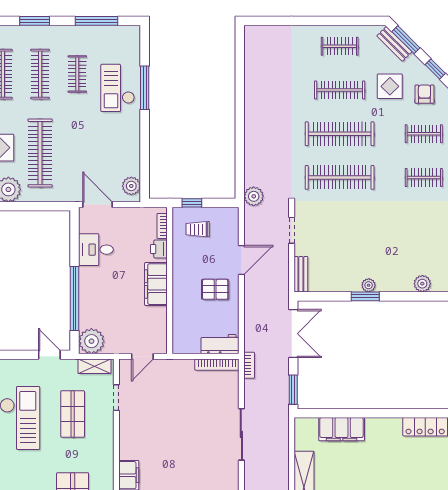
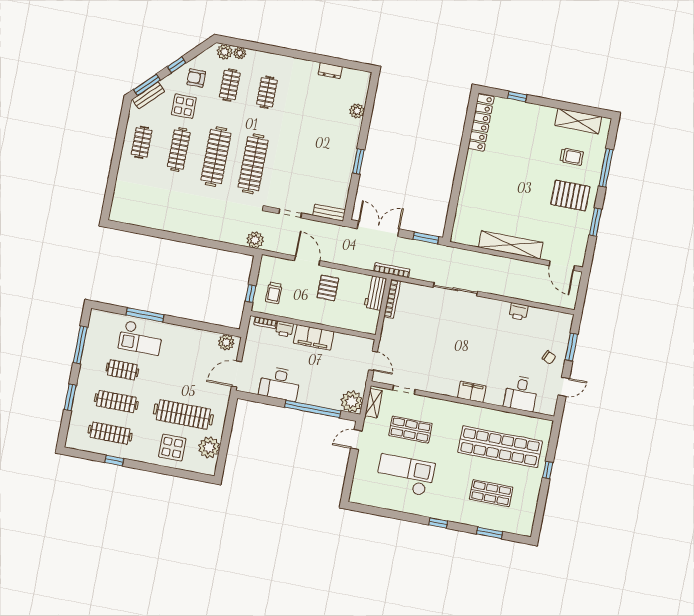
desk: (96, 250) -> (280, 384), width x1.37
plant: (369, 285) -> (350, 157), removed
bookcase: (249, 365) -> (392, 270), width x1.56
filing cabinet: (342, 429) -> (467, 203), removed

